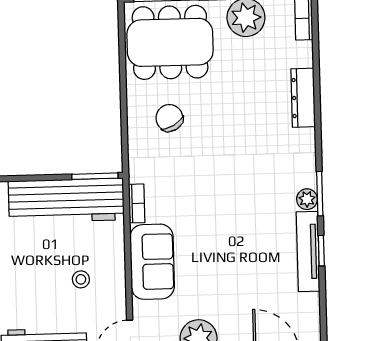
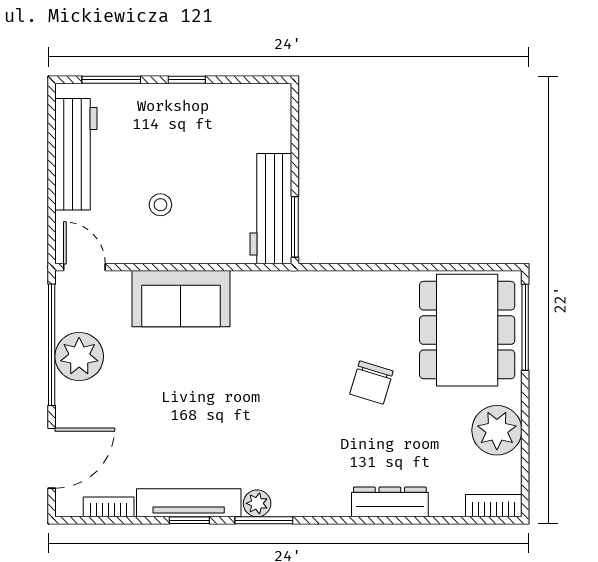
chair: (169, 118) -> (371, 383), moved, turned 137
workbench: (66, 200) -> (271, 209), width x0.73, depth x0.76
bookcase: (137, 203) -> (109, 507), moved, turned 180

